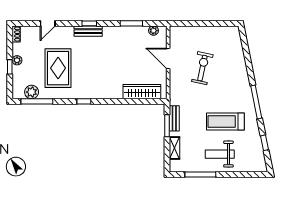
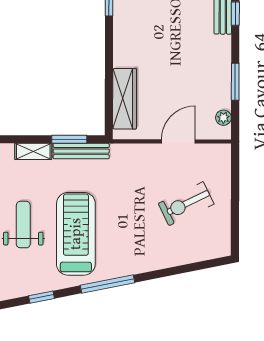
exercise bike: (202, 68) -> (186, 204), moved, turned 142
bench: (174, 118) -> (81, 151), width x1.36
treadmill: (225, 122) -> (76, 234), width x1.37, depth x1.38

